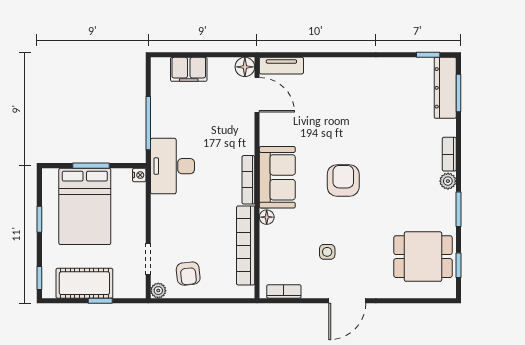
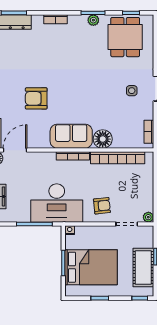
desk: (172, 166) -> (57, 203), width x1.36, depth x1.30
armchair: (343, 180) -> (36, 98), moved
plant: (448, 181) -> (93, 20), moved
floor lamp: (267, 217) -> (103, 139), width x1.89, depth x1.89
side table: (327, 252) -> (132, 91), moved
armchair: (188, 274) -> (102, 206), moved

